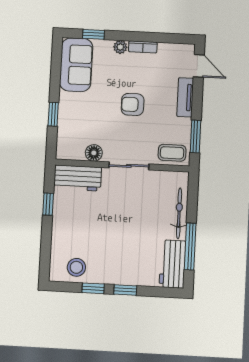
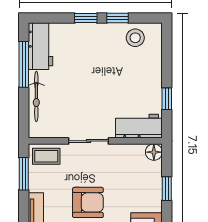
armchair: (133, 104) -> (88, 202), width x1.38, depth x1.38
floor lamp: (94, 153) -> (154, 152), moved

